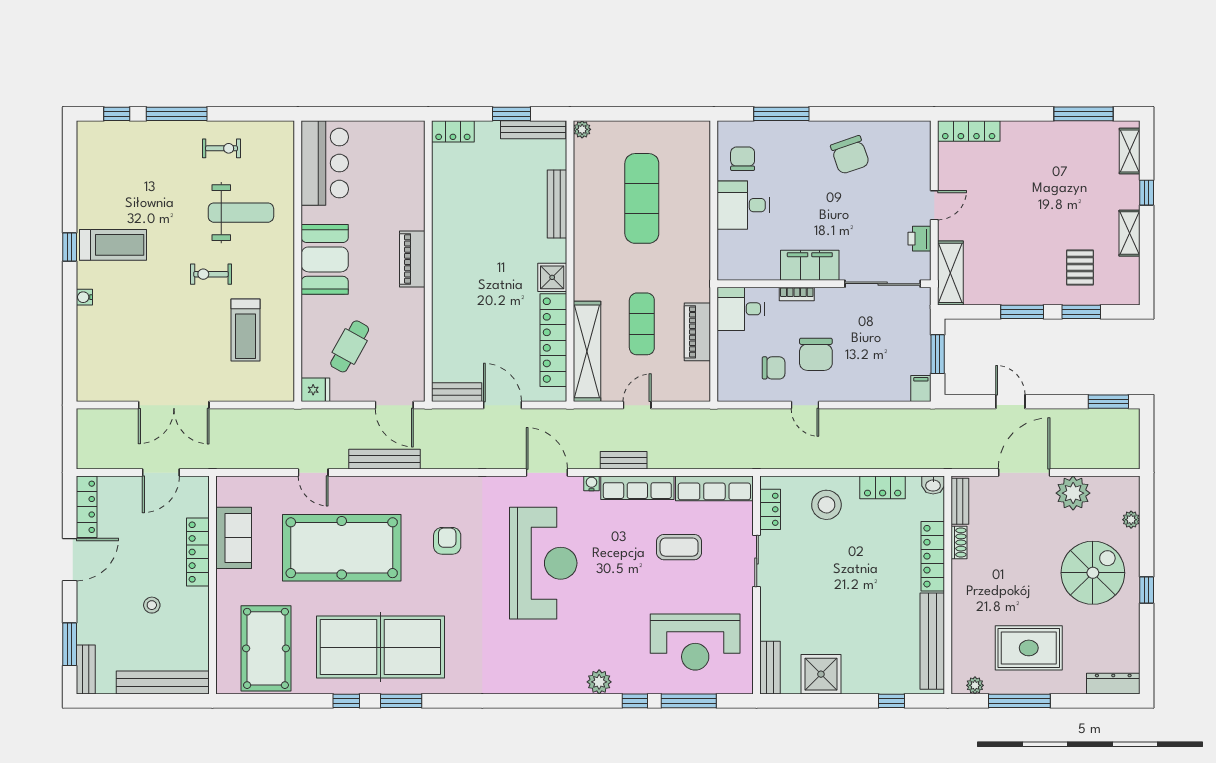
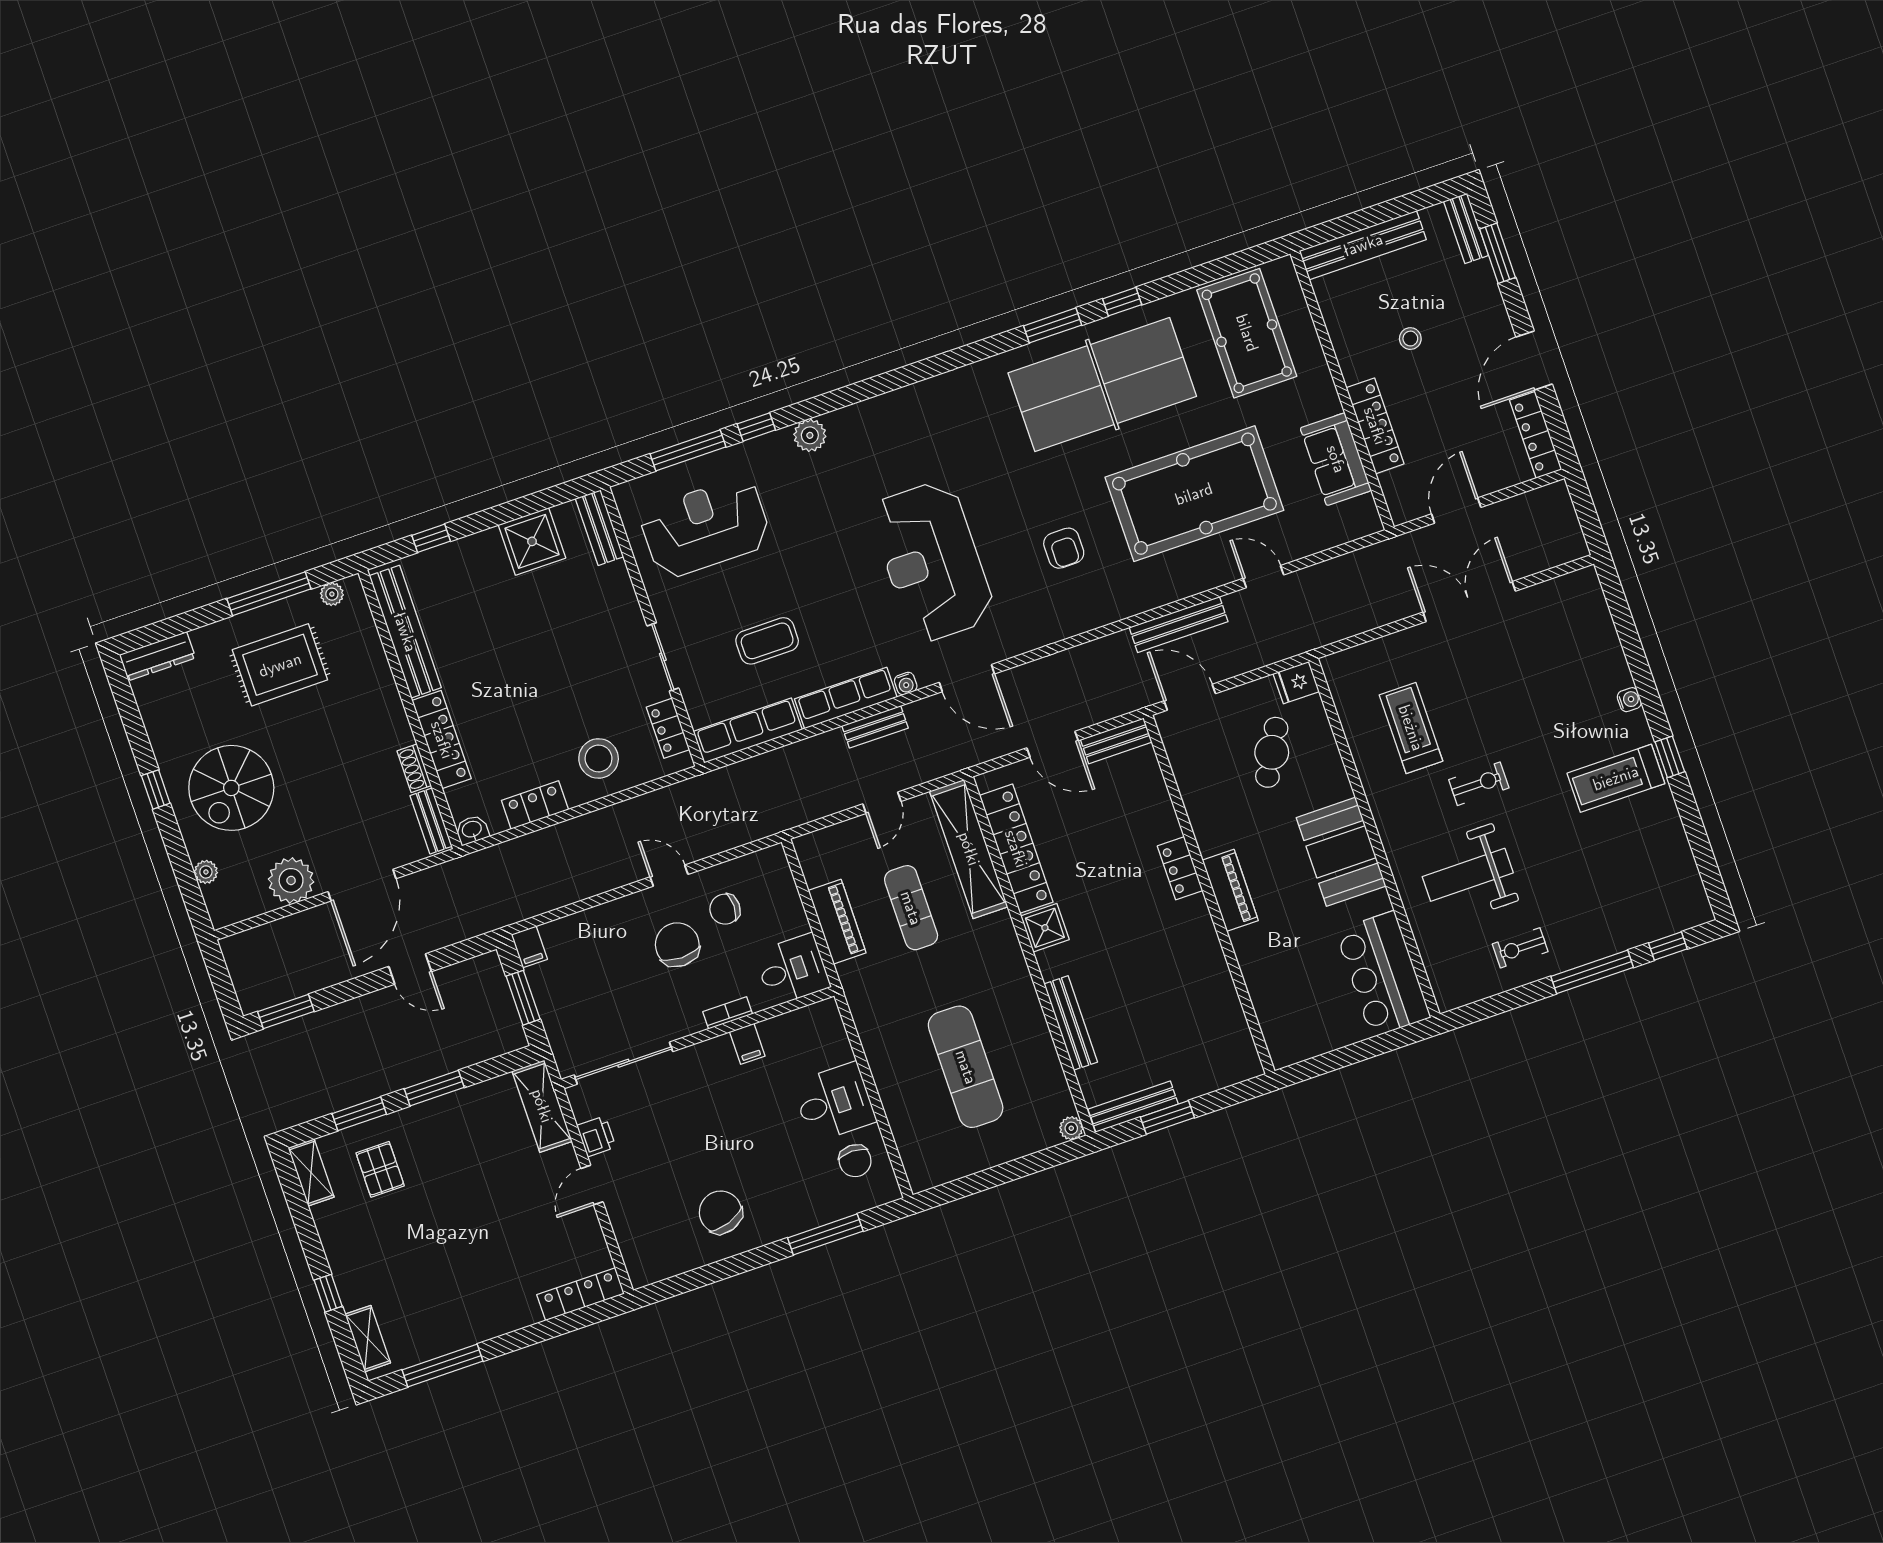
locker: (453, 131) -> (1180, 868), moved, turned -90
shelving: (1130, 233) -> (311, 1172), moved
filing cabinet: (810, 265) -> (747, 1044), width x0.33, depth x0.86

